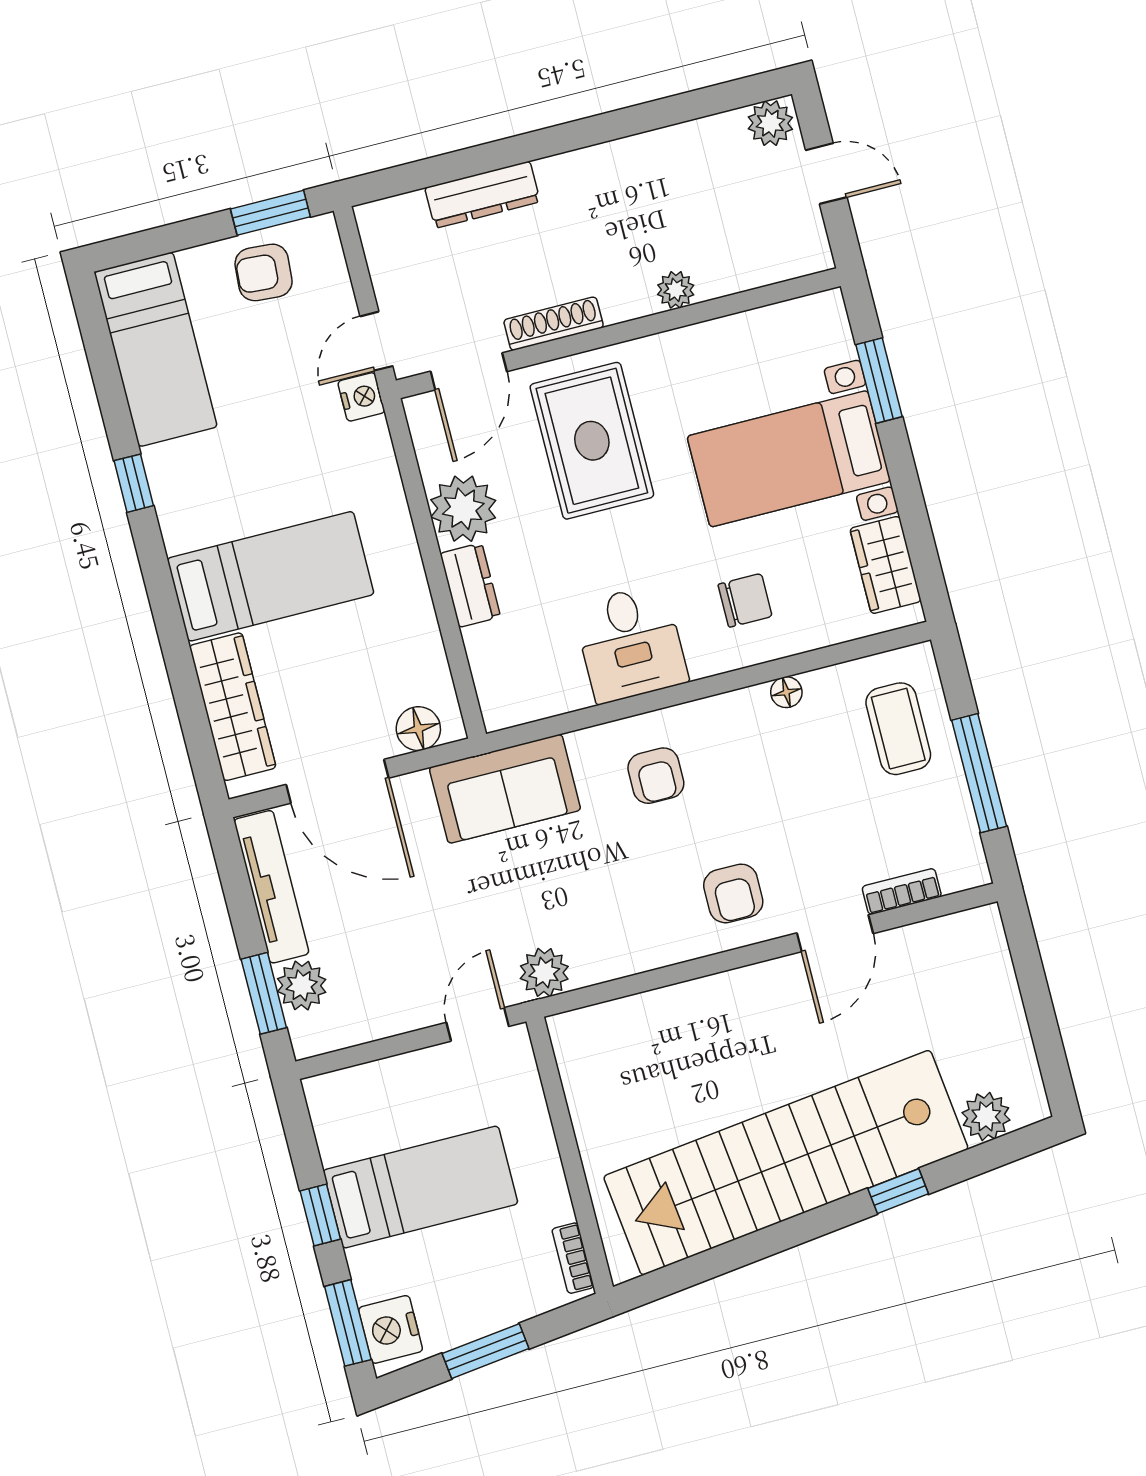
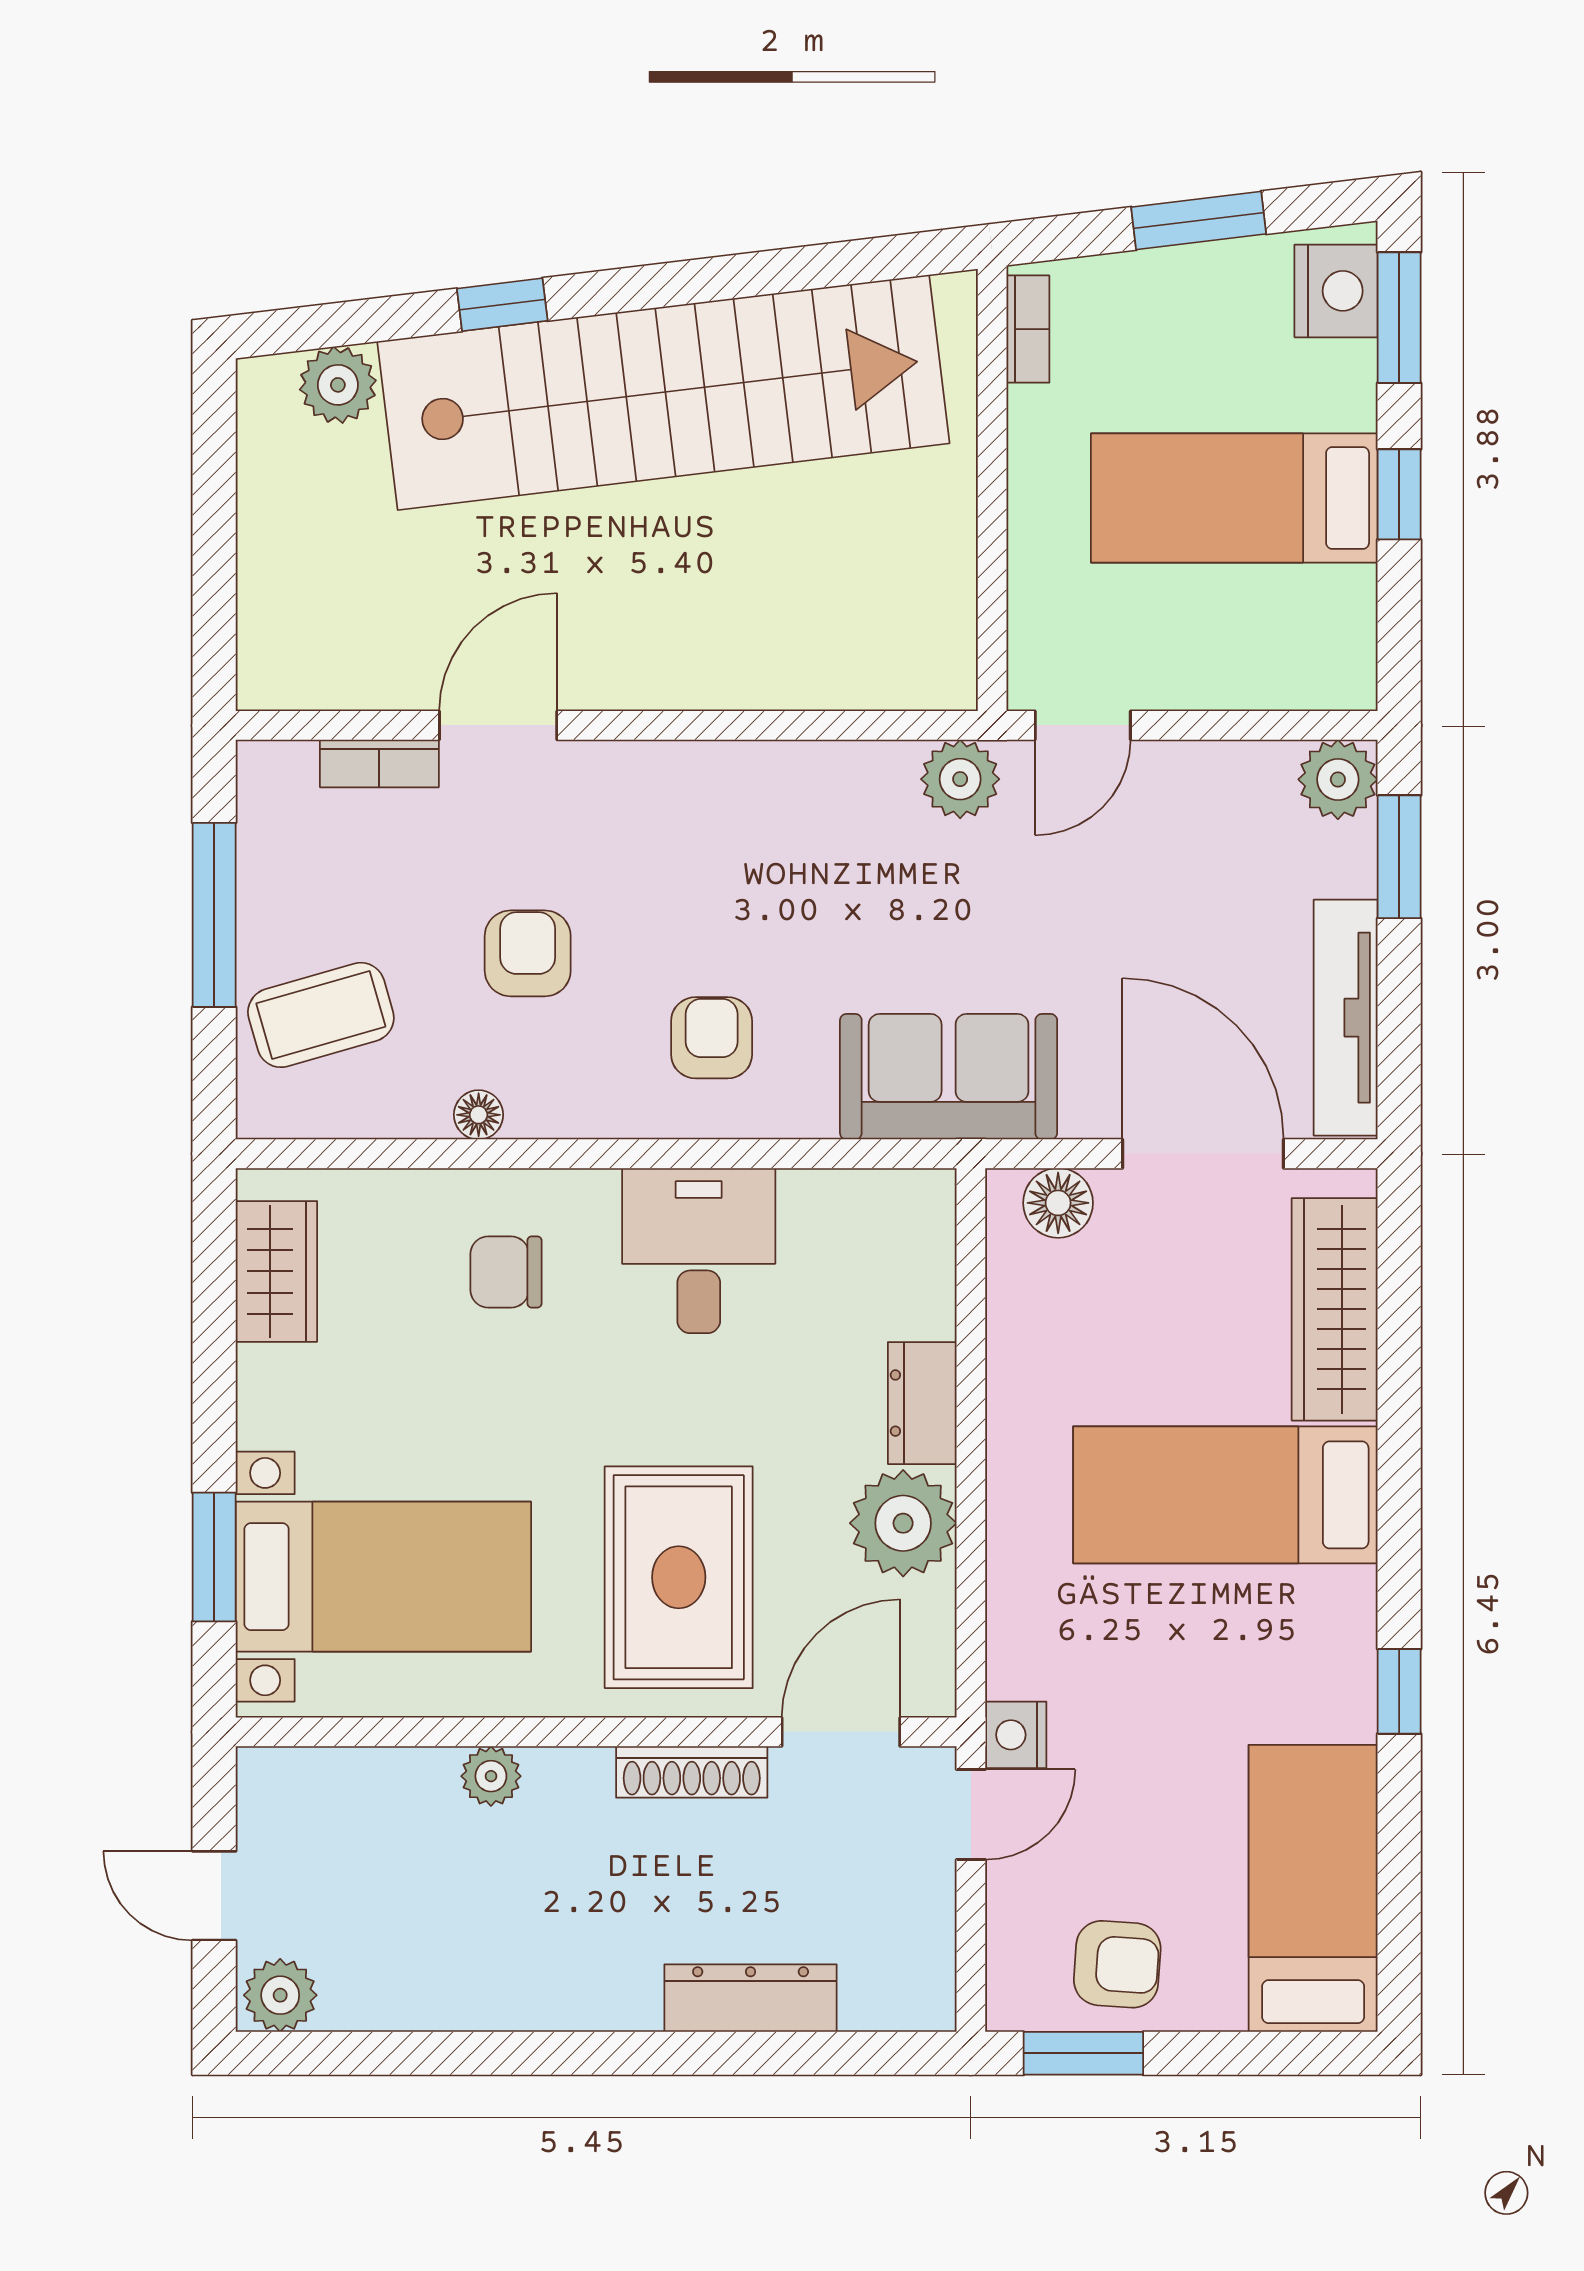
bed with nightstands: (789, 459) -> (383, 1577), moved
coffee table: (898, 729) -> (321, 1015), turned 74
armchair: (733, 893) -> (528, 953), moved
plant: (302, 986) -> (1338, 779), moved

